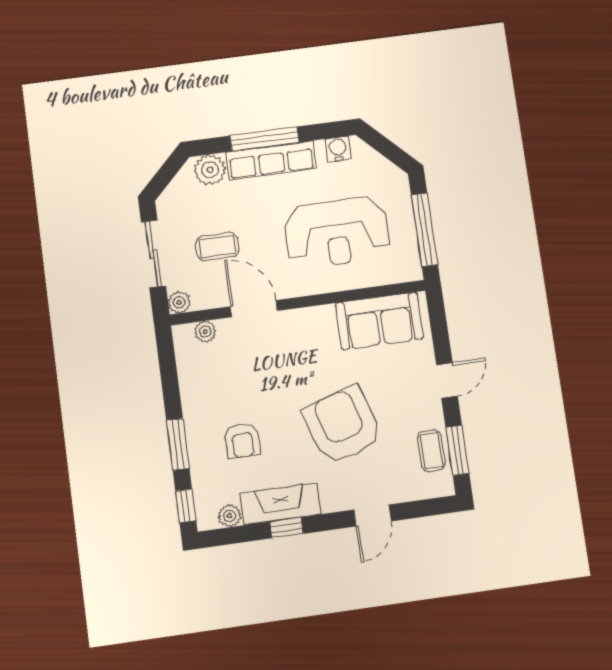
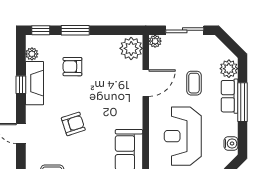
row of seats: (271, 160) -> (230, 96), width x0.68
coffee table: (217, 247) -> (194, 83), moved
plant: (205, 332) -> (131, 48), width x1.87, depth x1.87
armchair: (343, 425) -> (73, 124), width x0.53, depth x0.53

